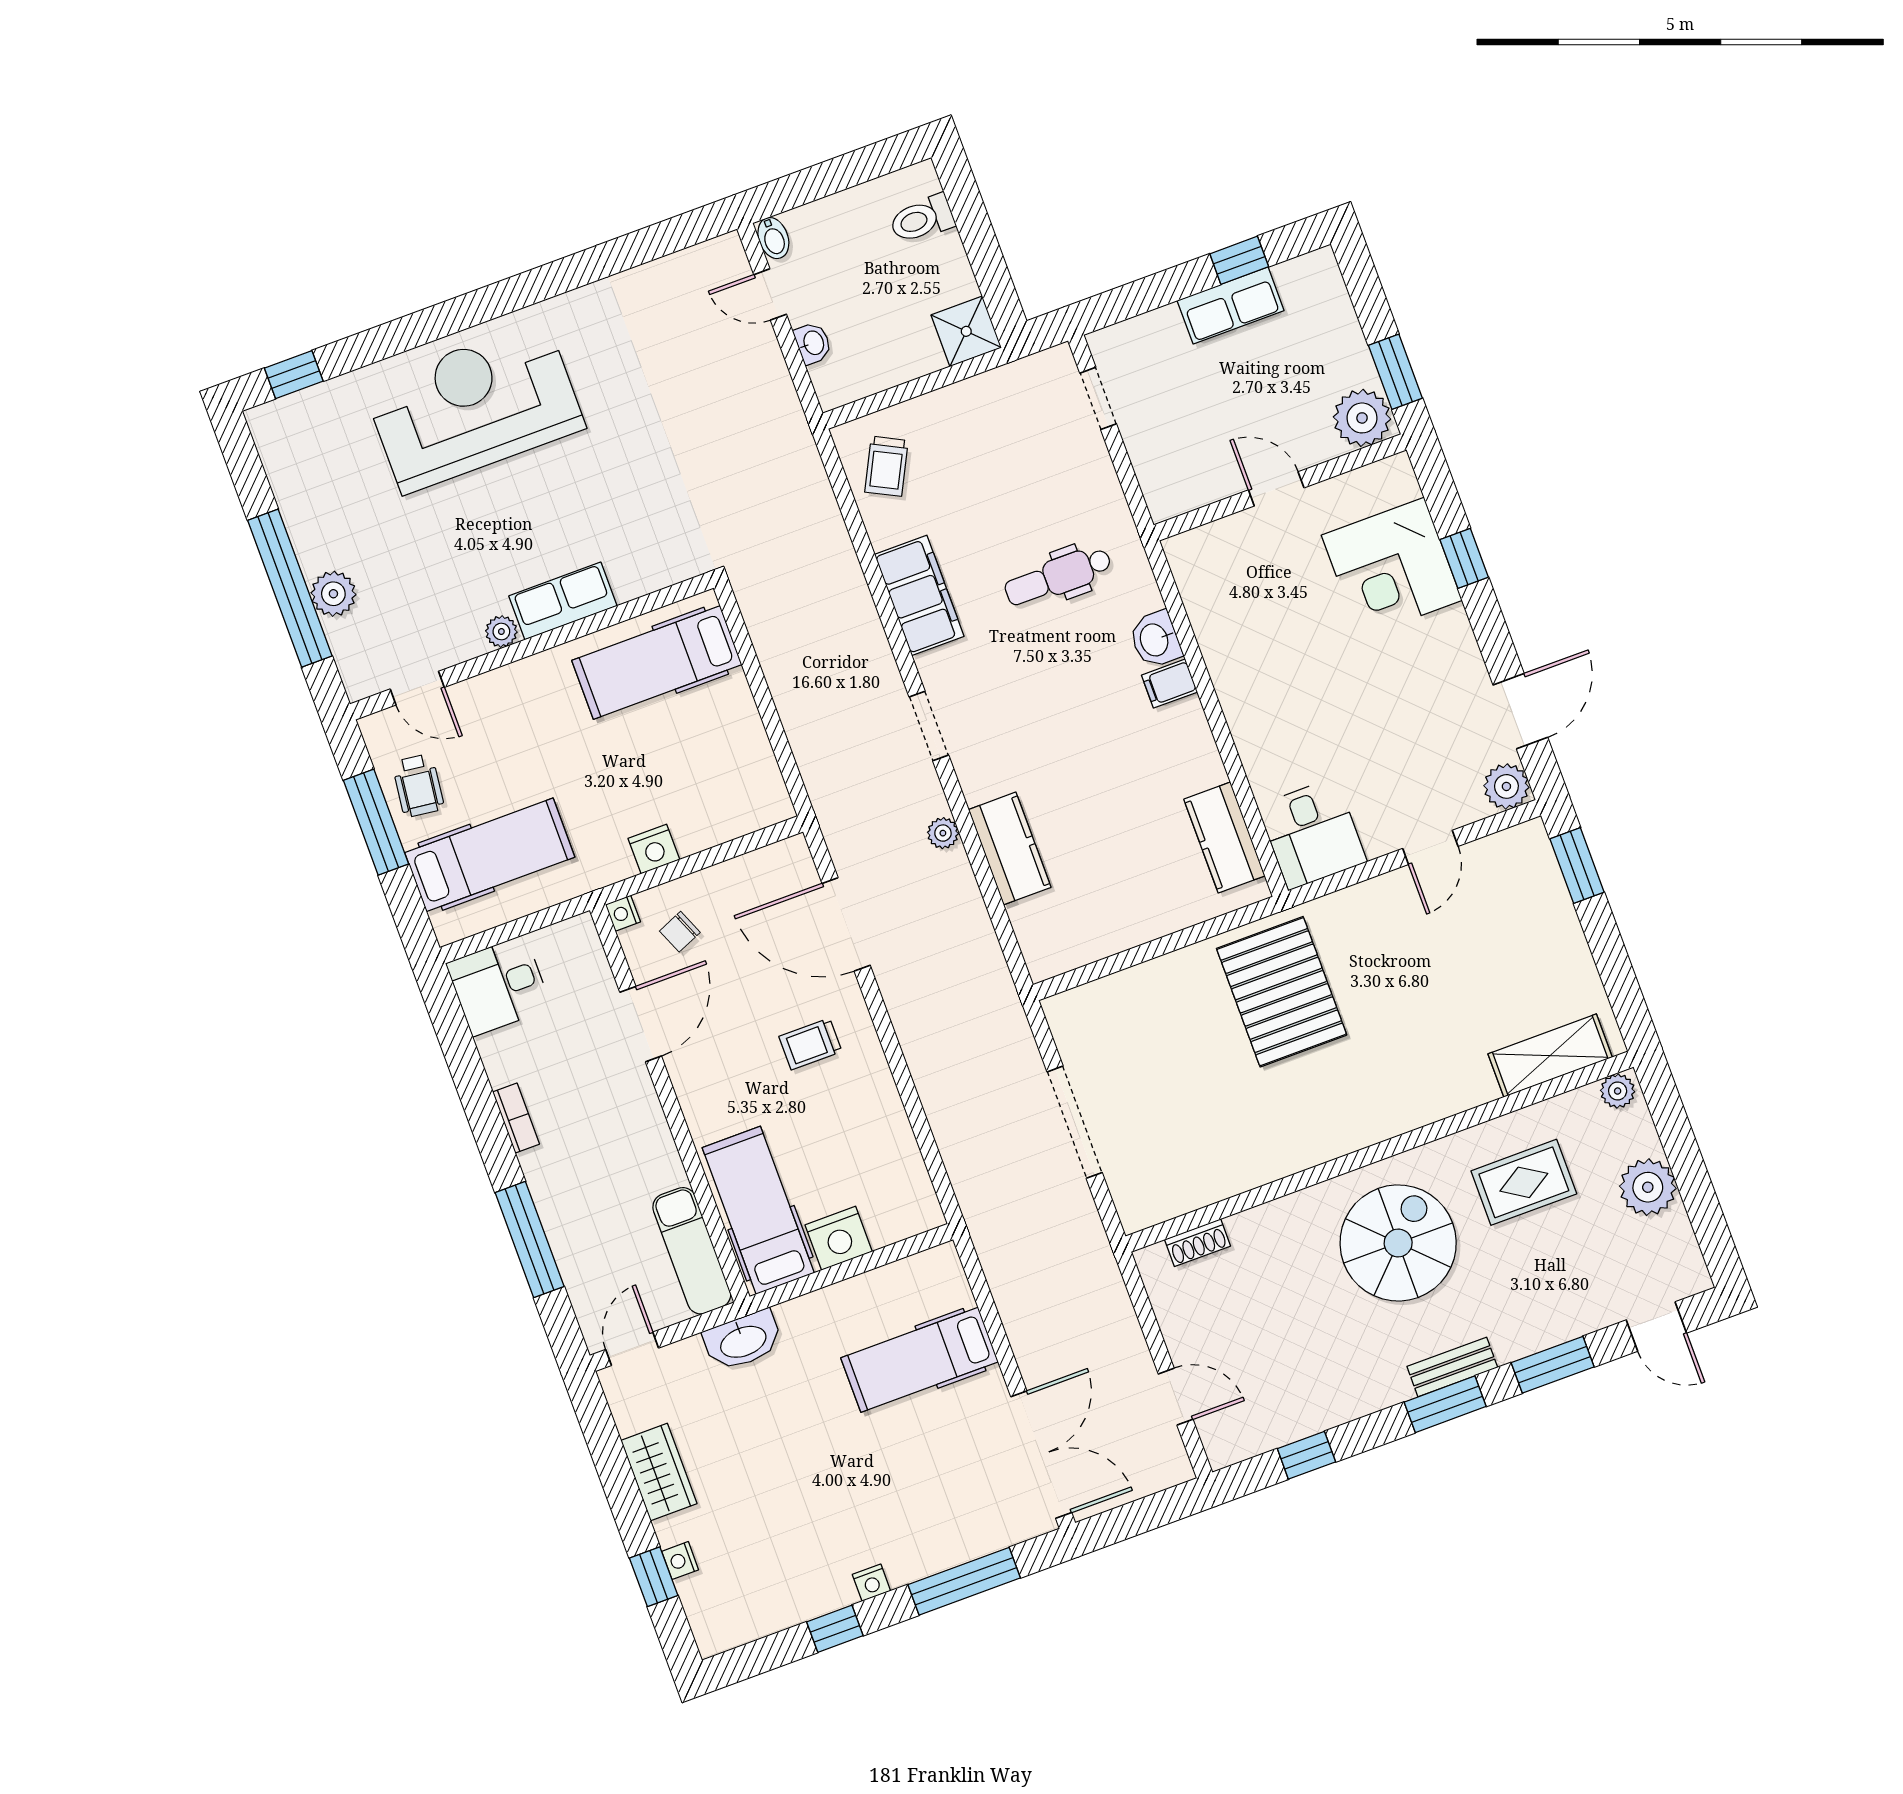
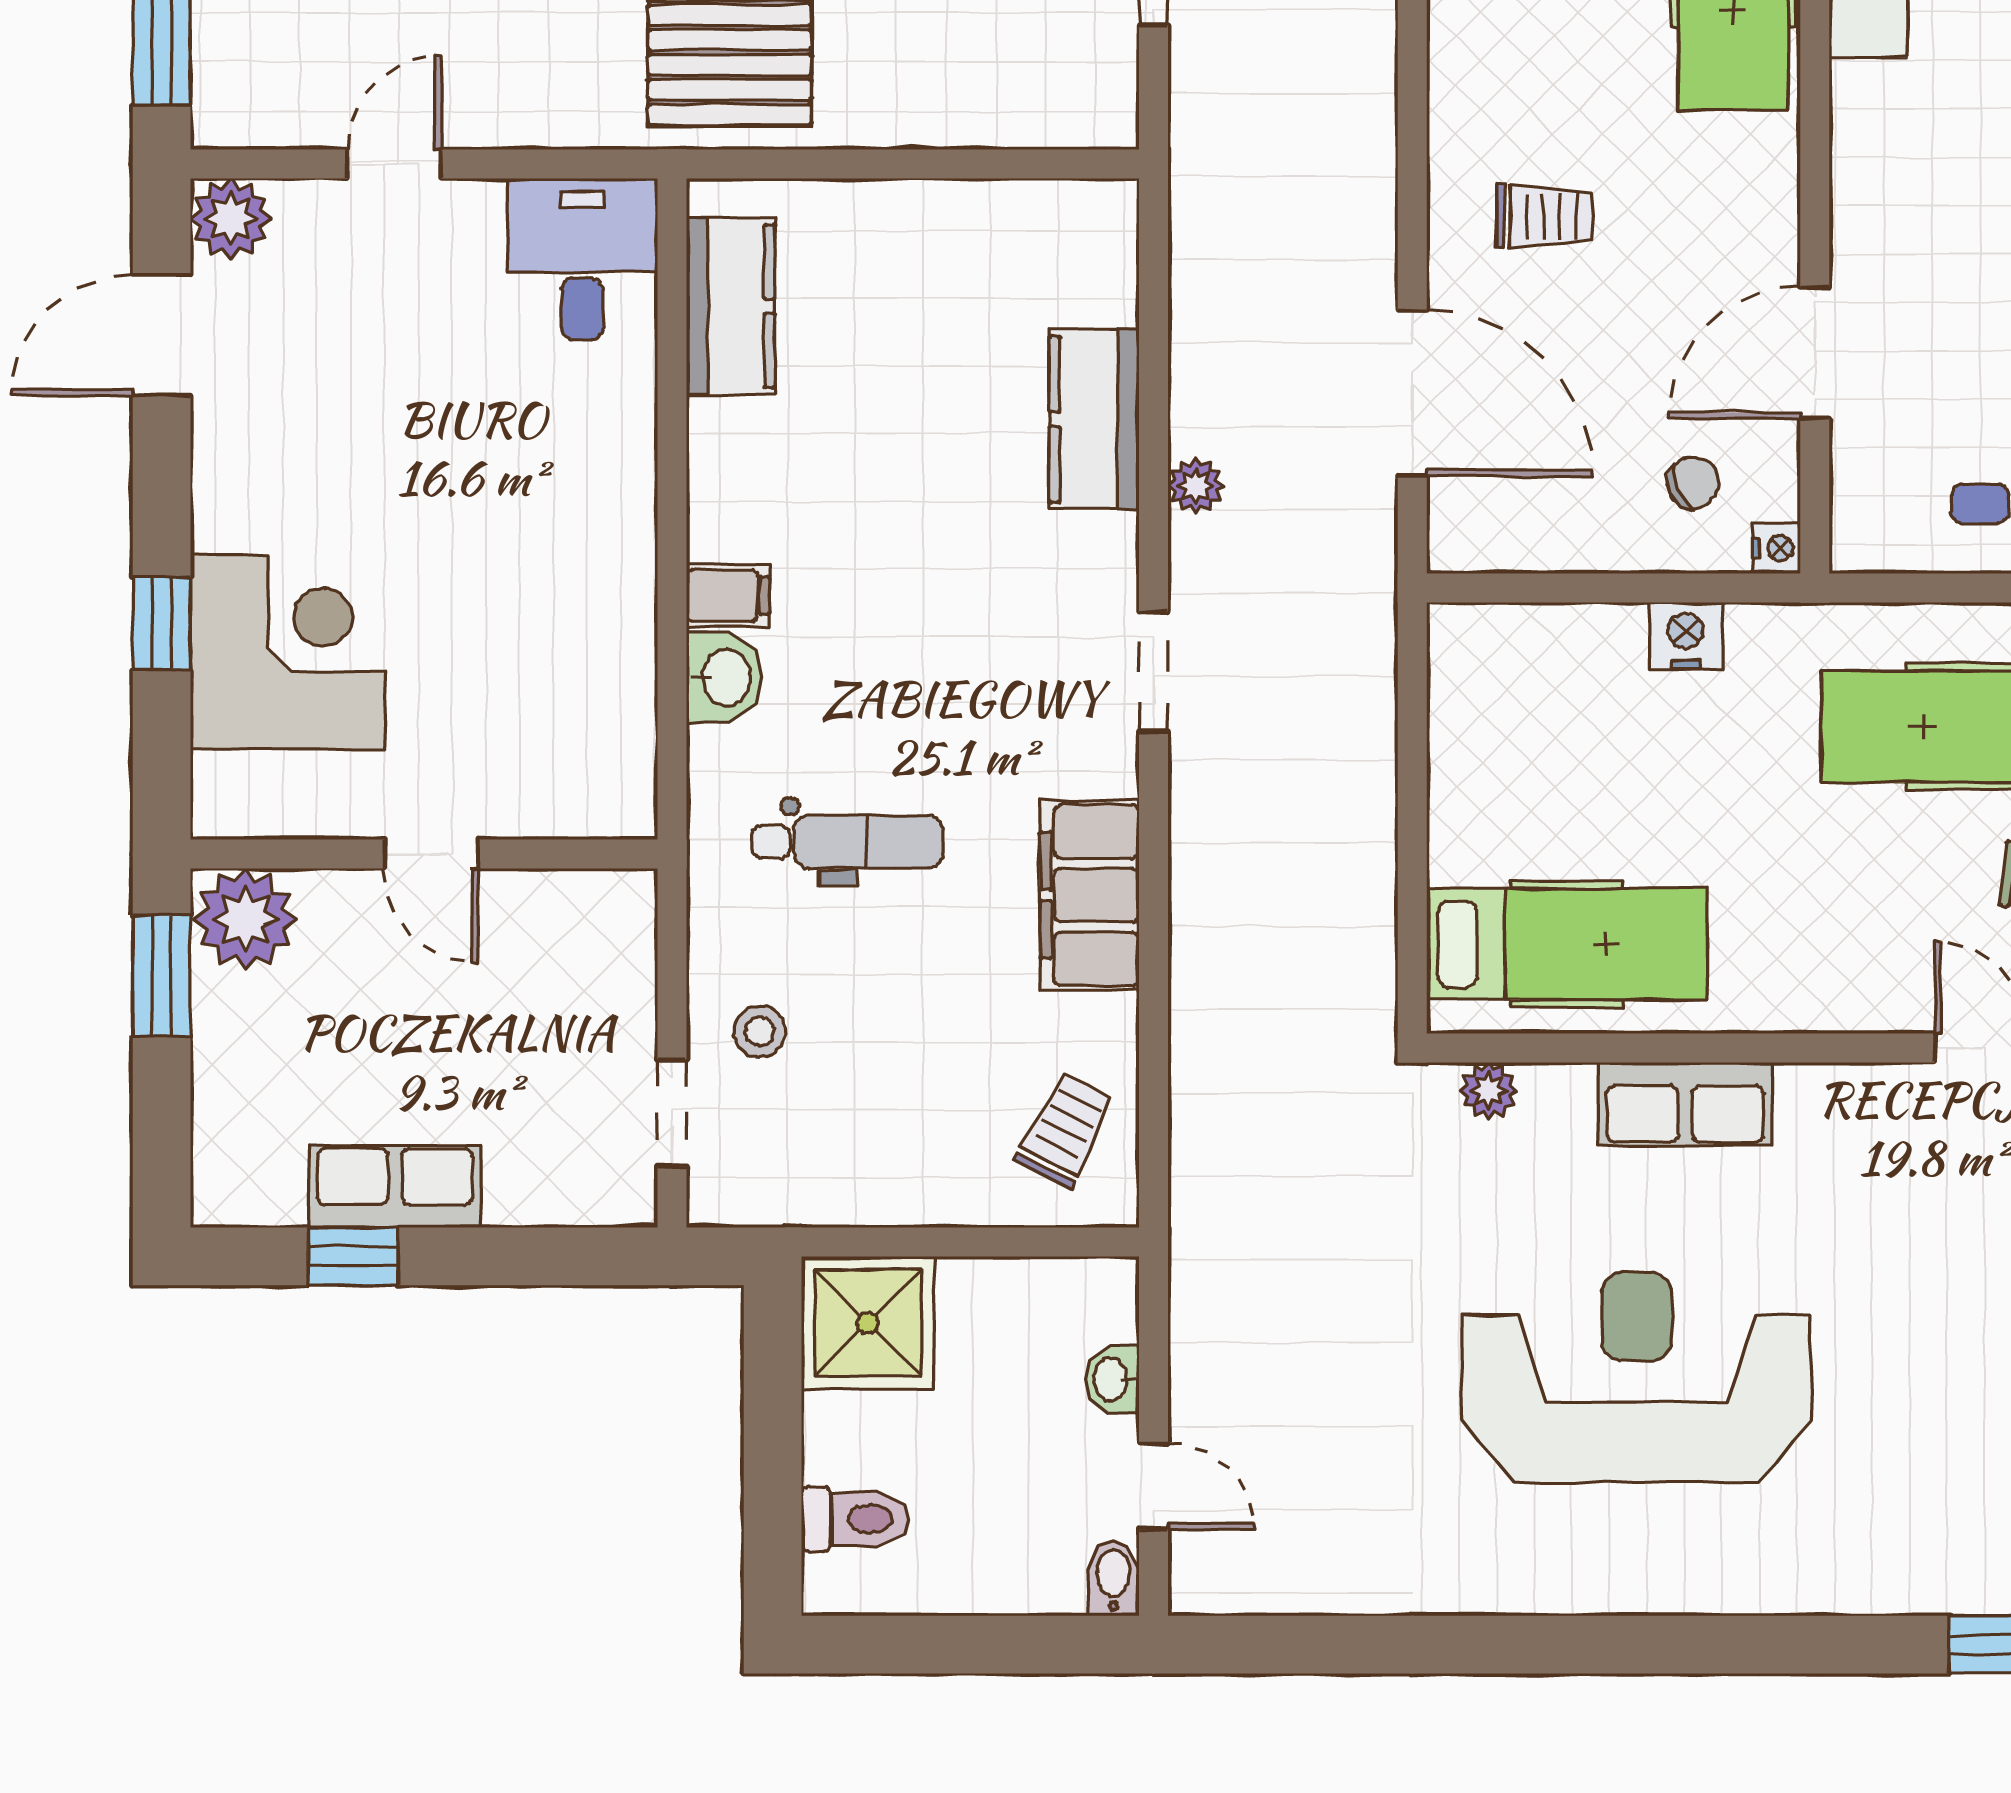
shower: (966, 331) -> (868, 1323), width x1.36, depth x1.36
reception desk: (474, 407) -> (1637, 1377), moved, turned 180
stool: (1068, 459) -> (760, 1031), added
plant: (501, 632) -> (1489, 1091), moved

